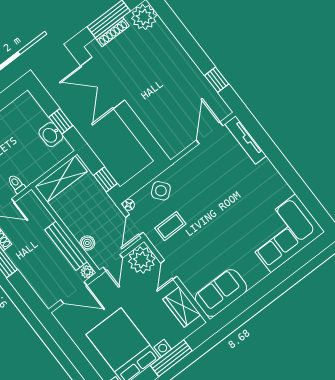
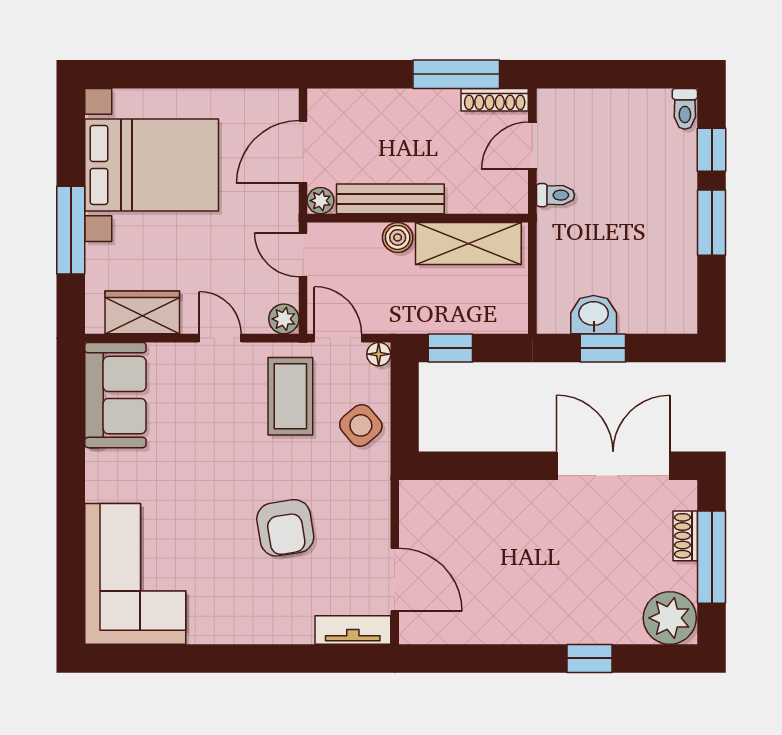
shoe rack: (112, 32) -> (685, 536), width x0.70
window: (217, 80) -> (589, 658), moved
tv unit: (246, 140) -> (353, 630), width x0.71
shelving: (61, 179) -> (468, 243), moved, turned 90
armchair: (222, 190) -> (285, 528), added
coffee table: (170, 226) -> (290, 396), width x1.36, depth x1.30
boiler: (87, 243) -> (398, 237), moved
plant: (142, 260) -> (284, 319), width x0.53, depth x0.53

